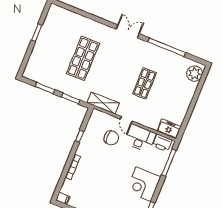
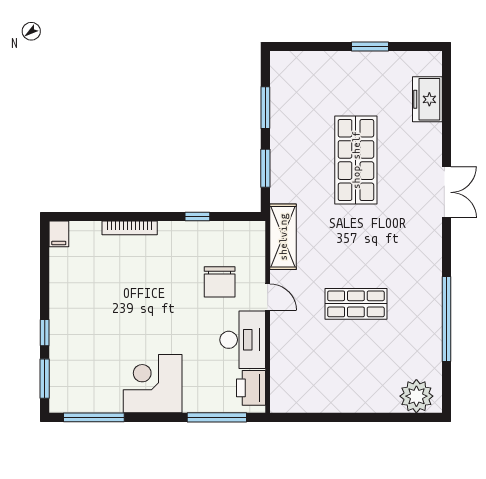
double door: (128, 31) -> (446, 192), moved
shop shelf: (83, 58) -> (356, 160), turned 90
door: (126, 120) -> (268, 297), swing flipped
freezer: (169, 129) -> (427, 99), moved, turned 180

